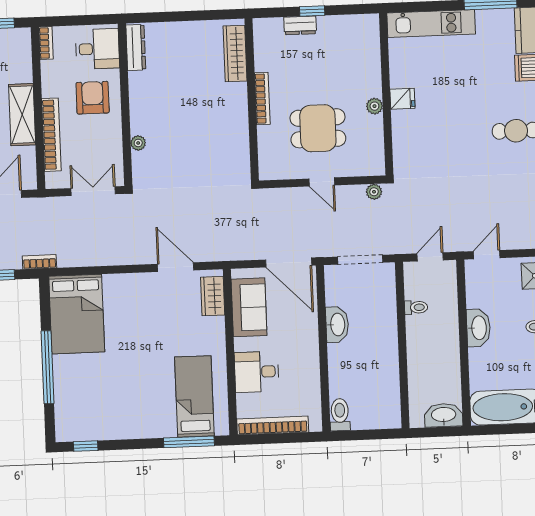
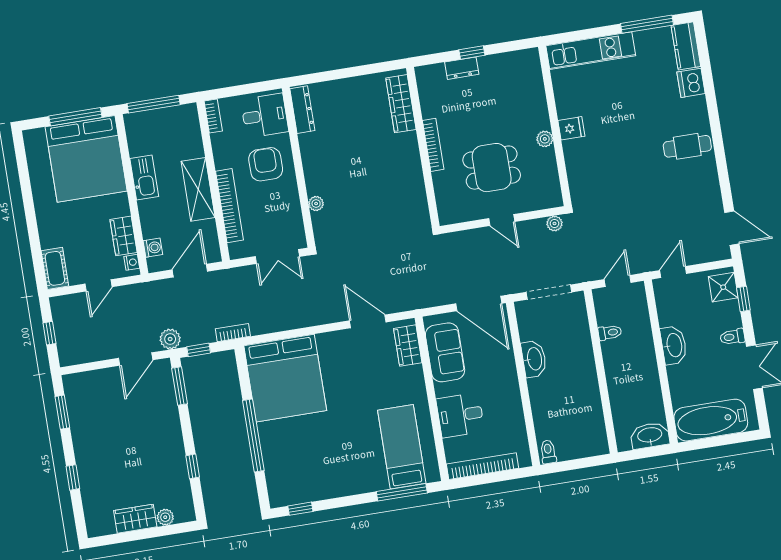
double door: (93, 191) -> (277, 256), swing flipped
bed: (77, 314) -> (285, 378), width x1.36
toilet: (340, 415) -> (548, 452), width x0.73, depth x0.72

